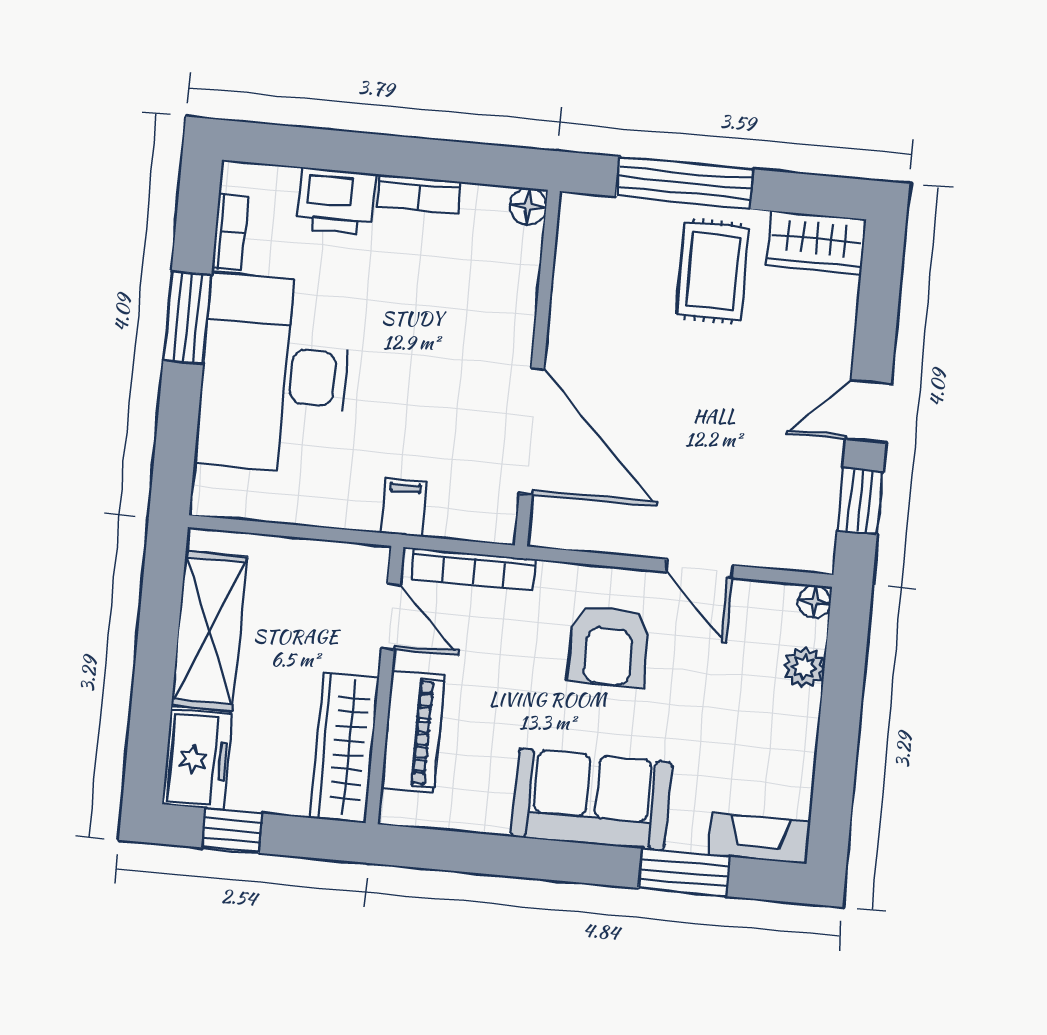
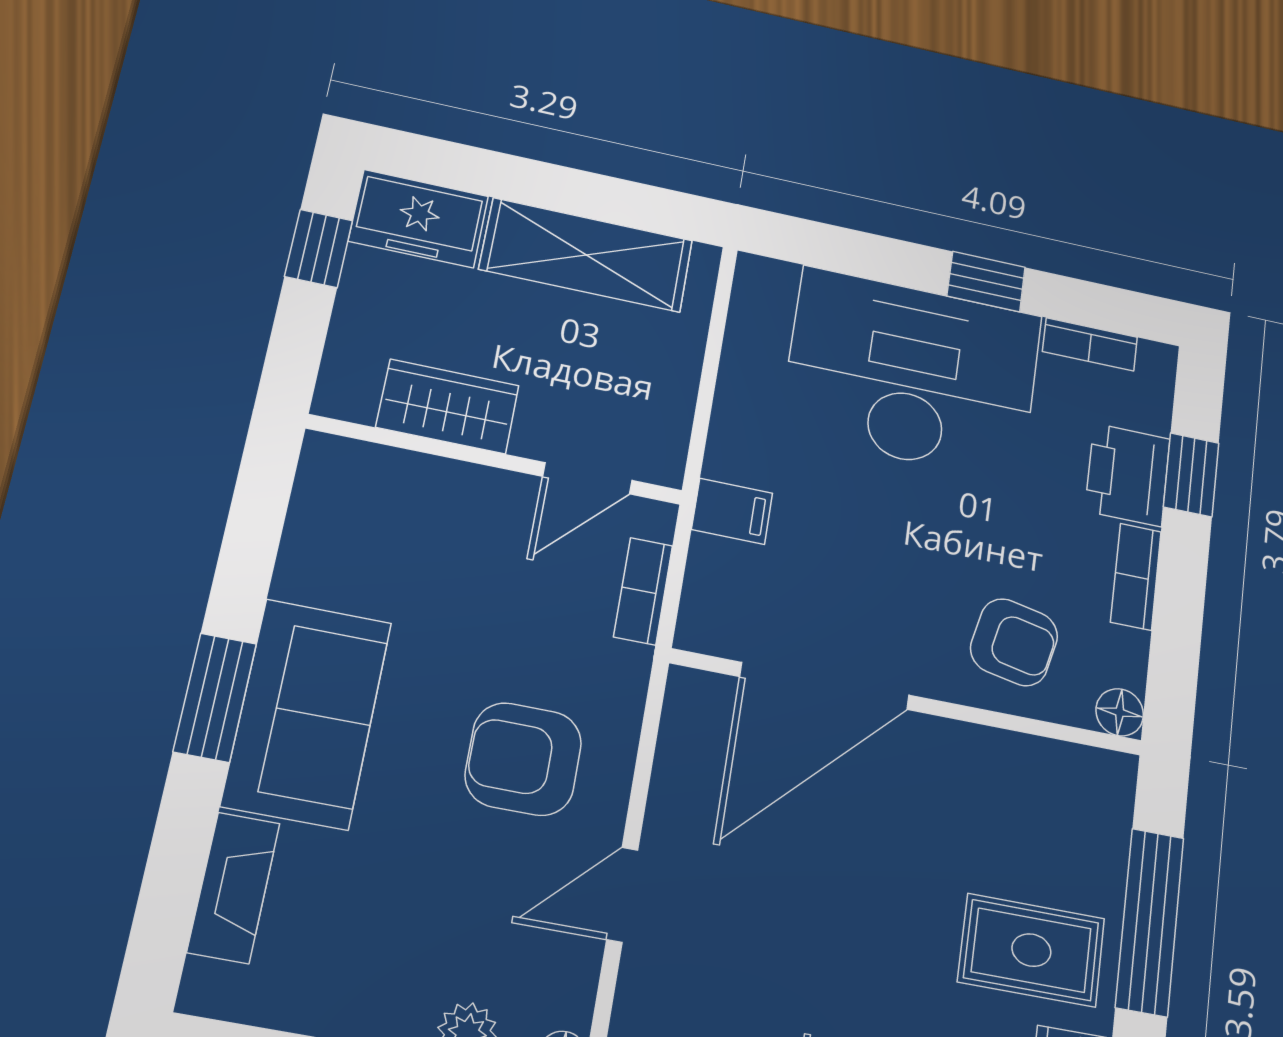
window: (330, 150) -> (1191, 475), added
armchair: (482, 289) -> (1014, 642), added
window: (187, 317) -> (986, 282), width x0.67
bookcase: (474, 569) -> (643, 591), width x0.64
piano: (413, 732) -> (428, 488), removed
wardrobe: (345, 748) -> (448, 406), width x0.67
fireplace: (759, 838) -> (234, 888), moved
window: (684, 872) -> (215, 698), moved

